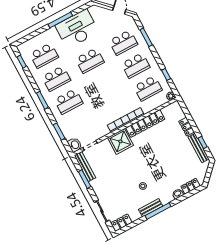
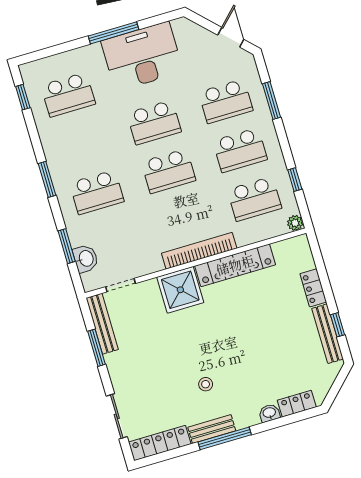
school desk: (56, 79) -> (168, 171), moved
washbasin: (75, 145) -> (86, 259), moved
locker: (121, 223) -> (160, 443), width x1.53

